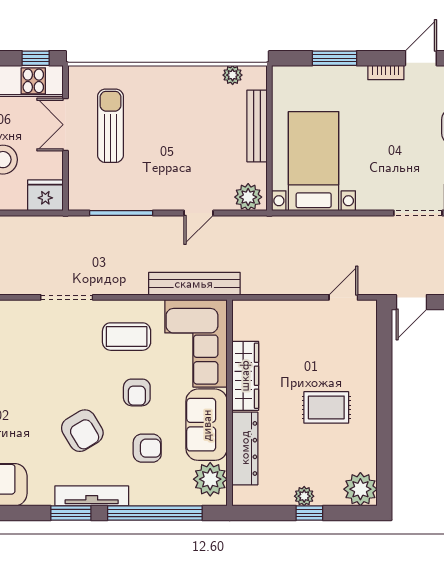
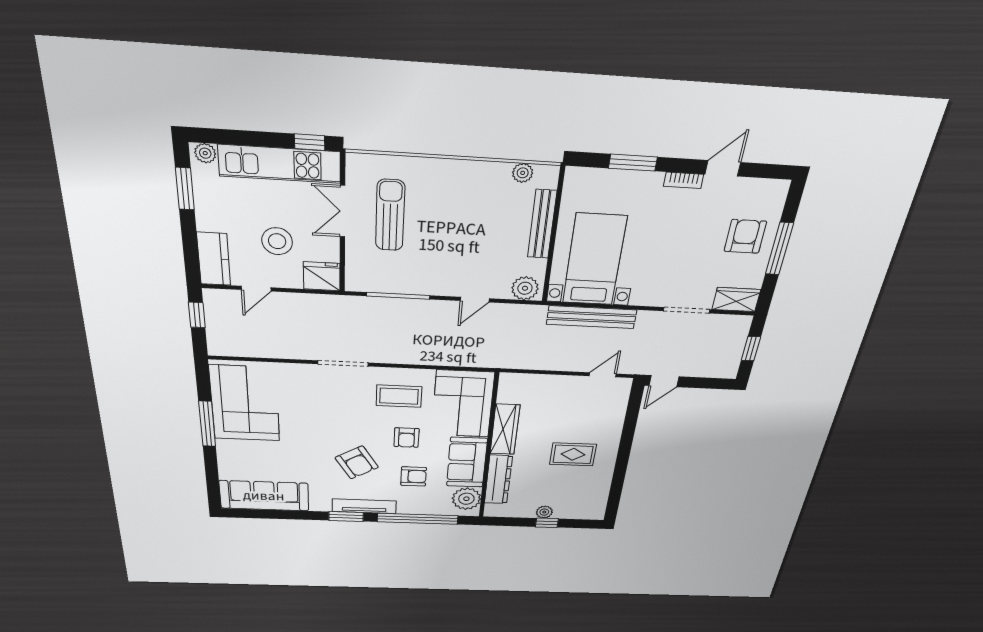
bench: (194, 284) -> (592, 317), moved
plant: (360, 489) -> (592, 509), removed

